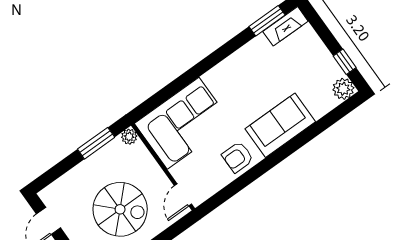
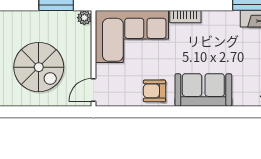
bookcase: (218, 72) -> (185, 17), added

